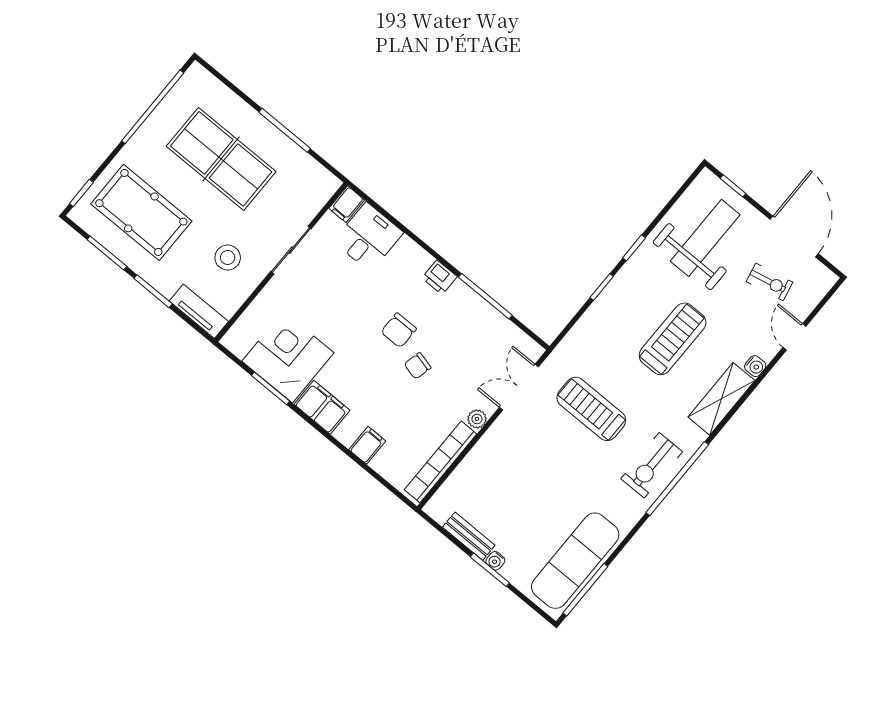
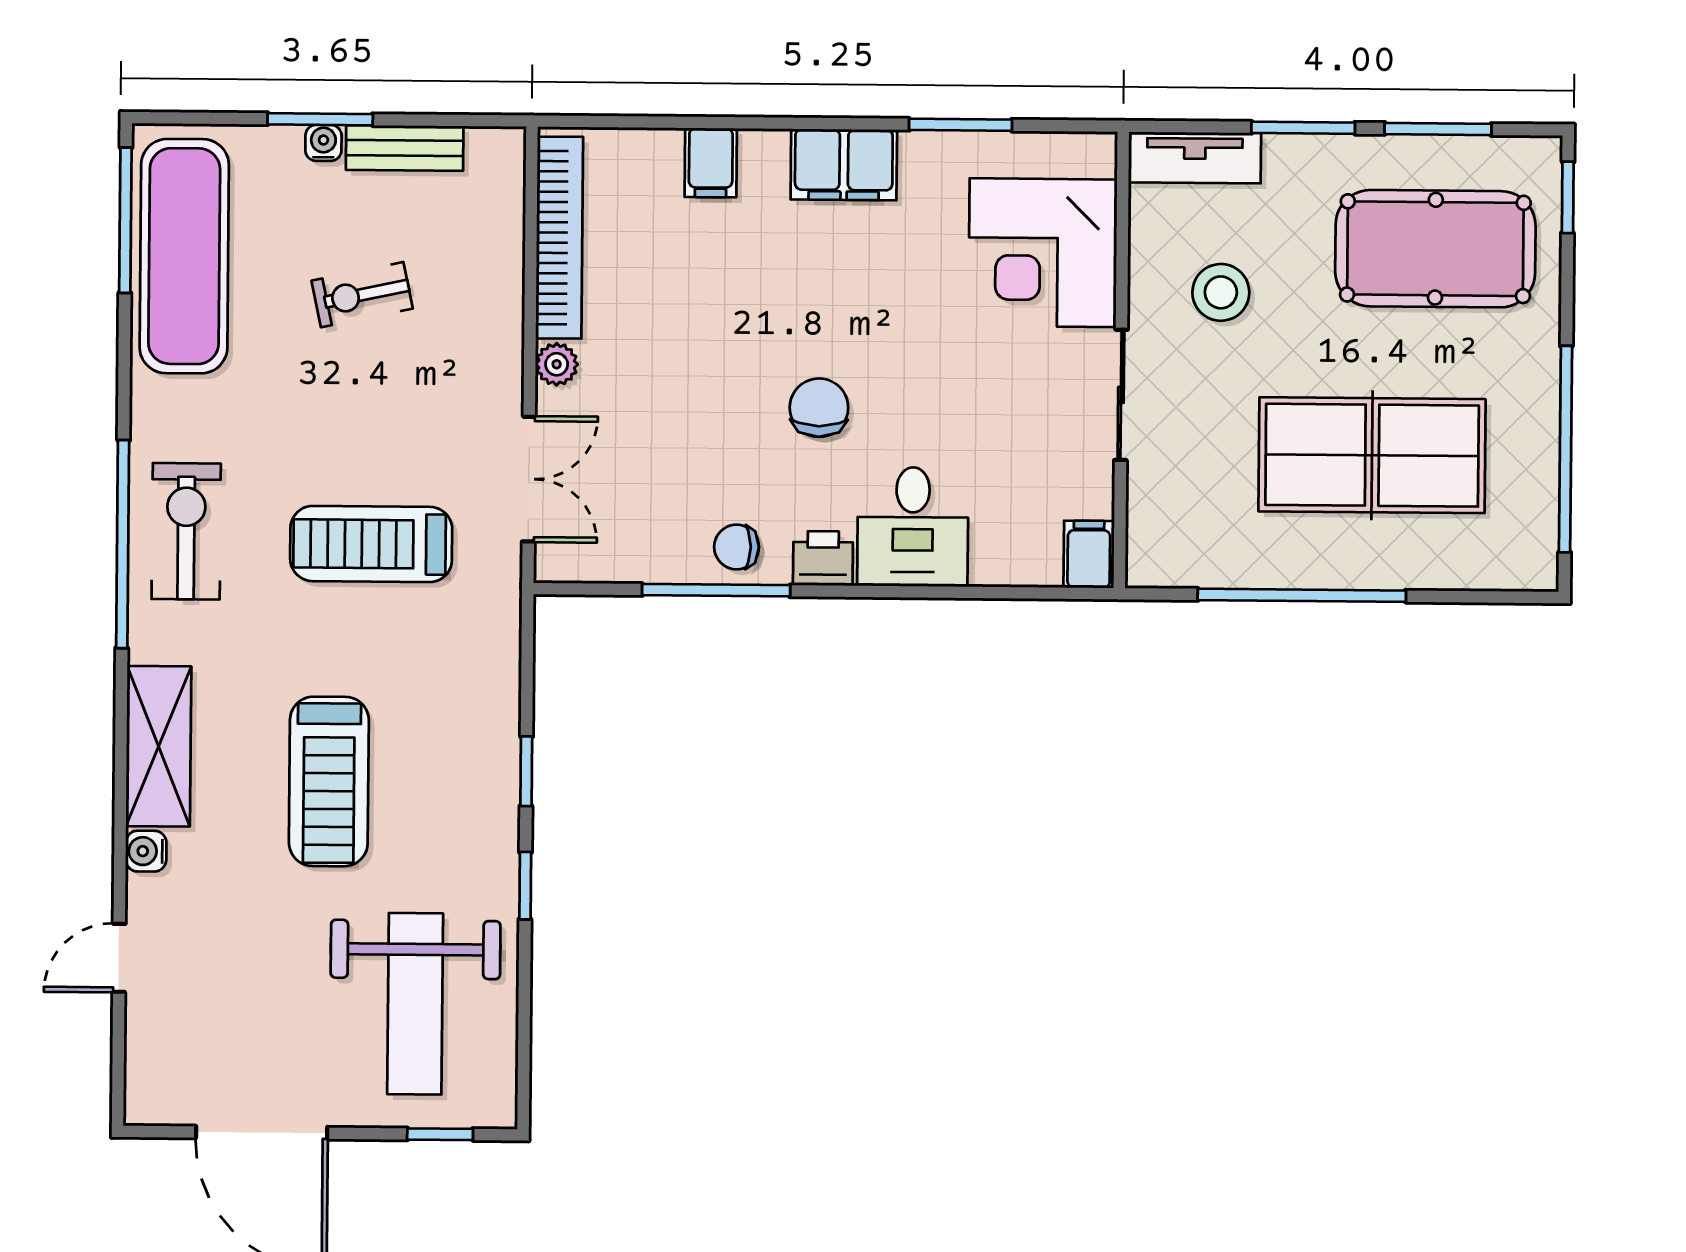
window: (285, 130) -> (1302, 595), width x1.46
desk: (368, 237) -> (913, 527), moved
exercise bike: (770, 282) -> (362, 295), moved
door: (794, 337) -> (119, 958), swing flipped
corner desk: (288, 357) -> (1043, 253), moved, turned 90
chair: (418, 366) -> (737, 547), moved, turned -104
treadmill: (591, 409) -> (371, 544), turned 180

